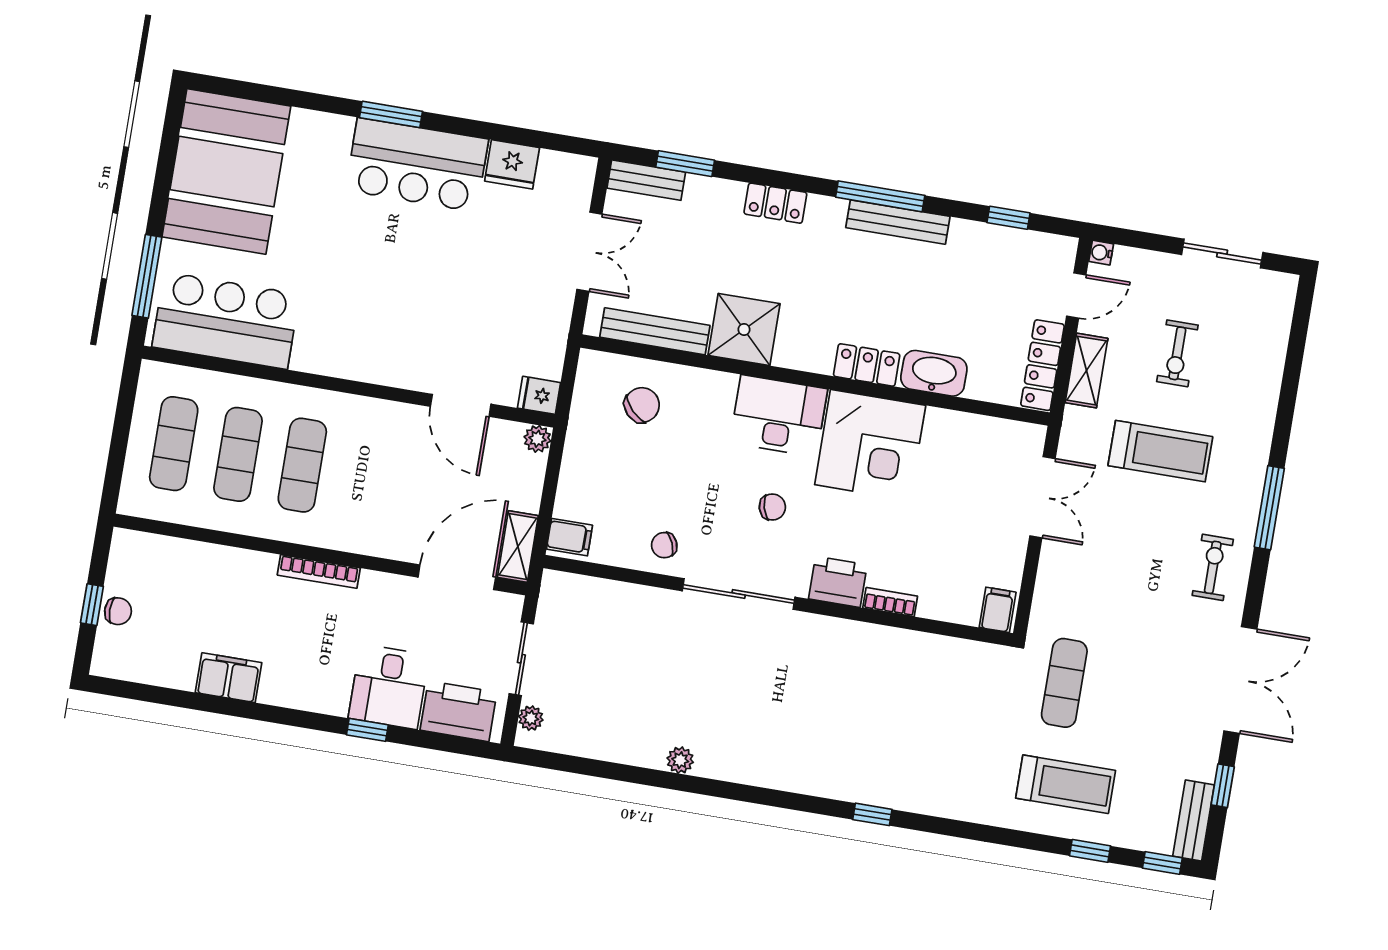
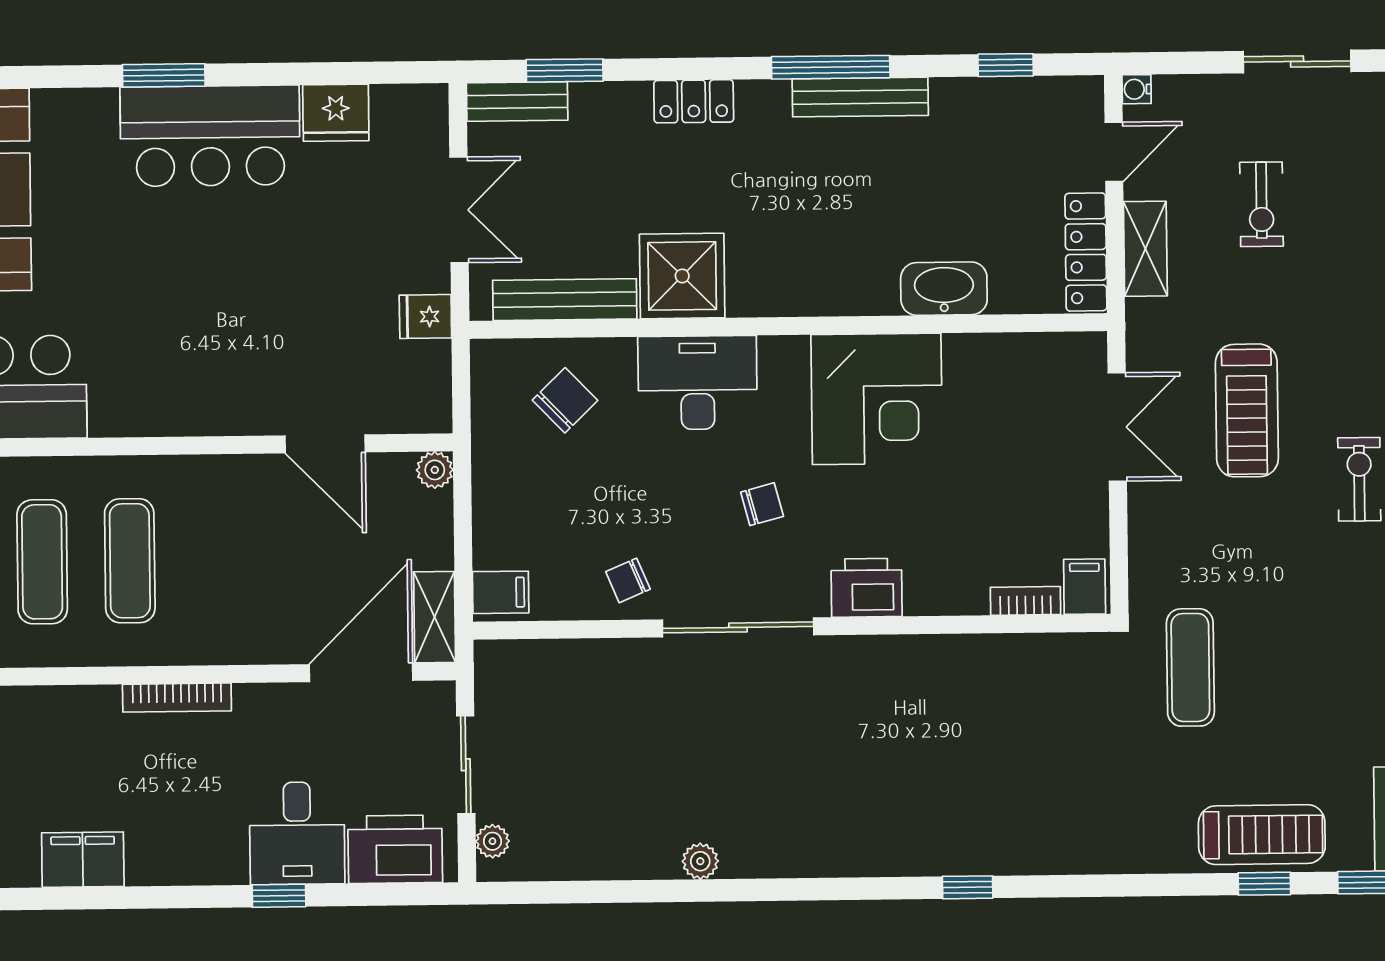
locker: (867, 365) -> (853, 294), removed
fridge: (539, 395) -> (425, 317), moved
desk: (779, 416) -> (698, 383), moved
treadmill: (1160, 451) -> (1247, 410), moved, turned 90
bookcase: (890, 602) -> (1025, 601), moved
treadmill: (1066, 784) -> (1262, 835), moved

